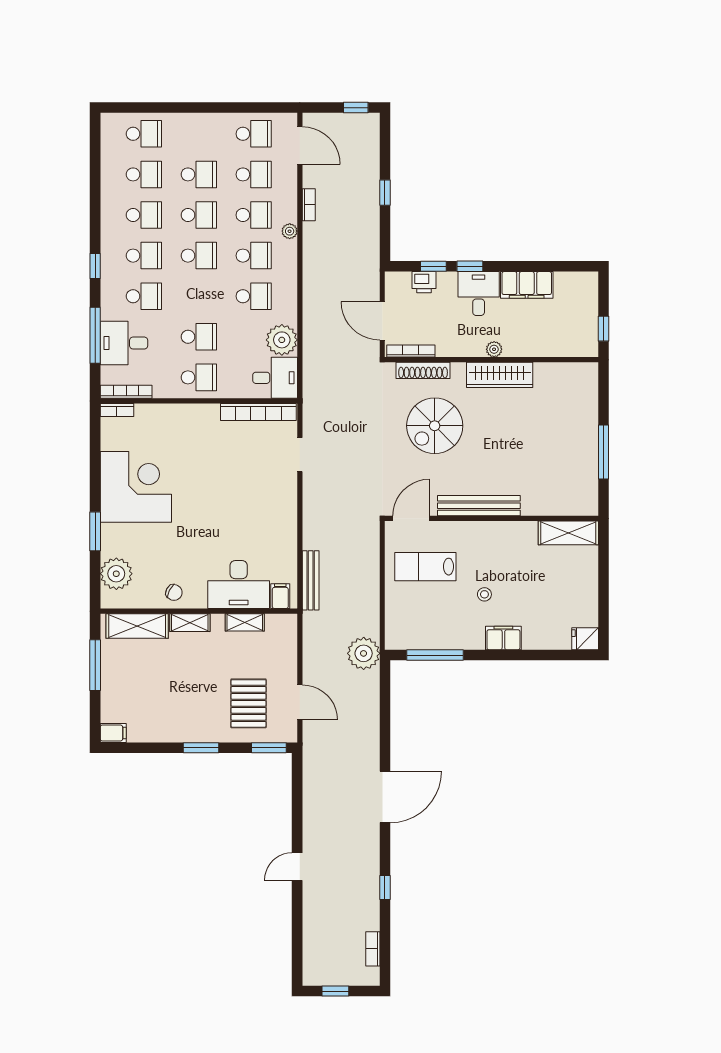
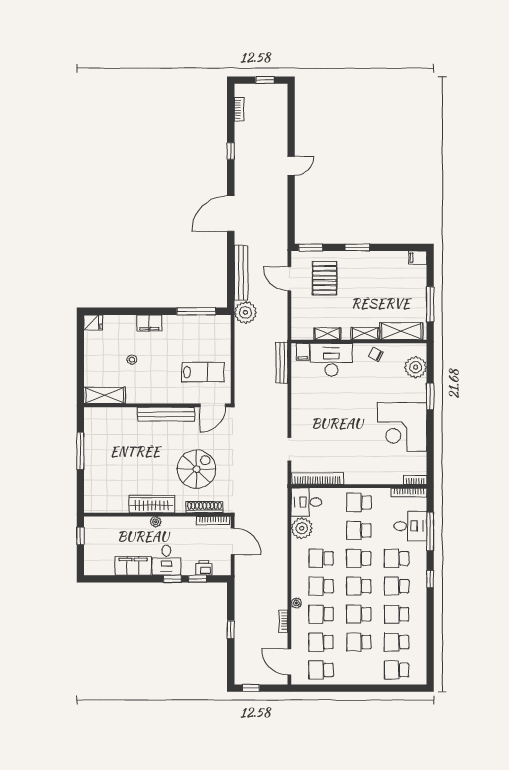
school desk: (199, 296) -> (359, 558), added
stool: (484, 594) -> (132, 360), moved
bench: (370, 711) -> (241, 273), added

